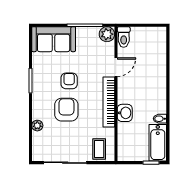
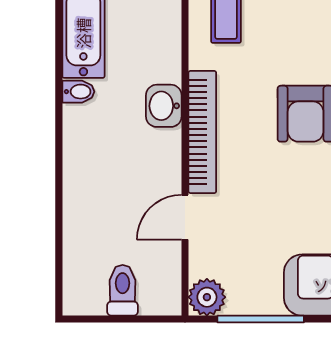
toilet: (124, 37) -> (123, 290), moved
armchair: (69, 81) -> (299, 183), removed

